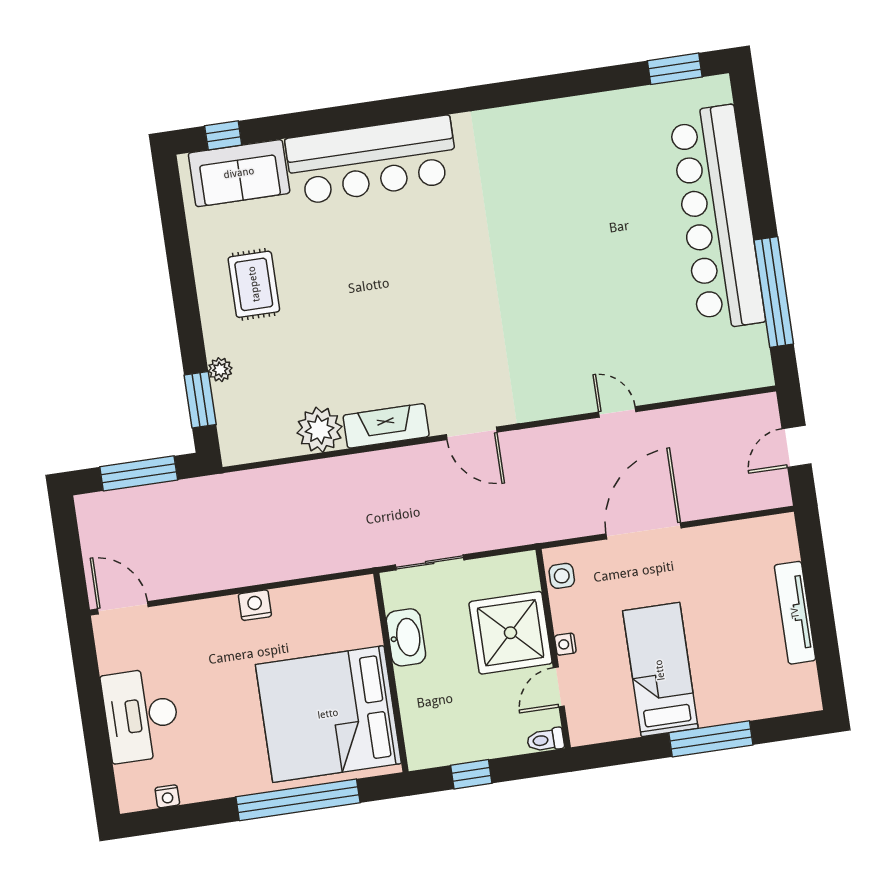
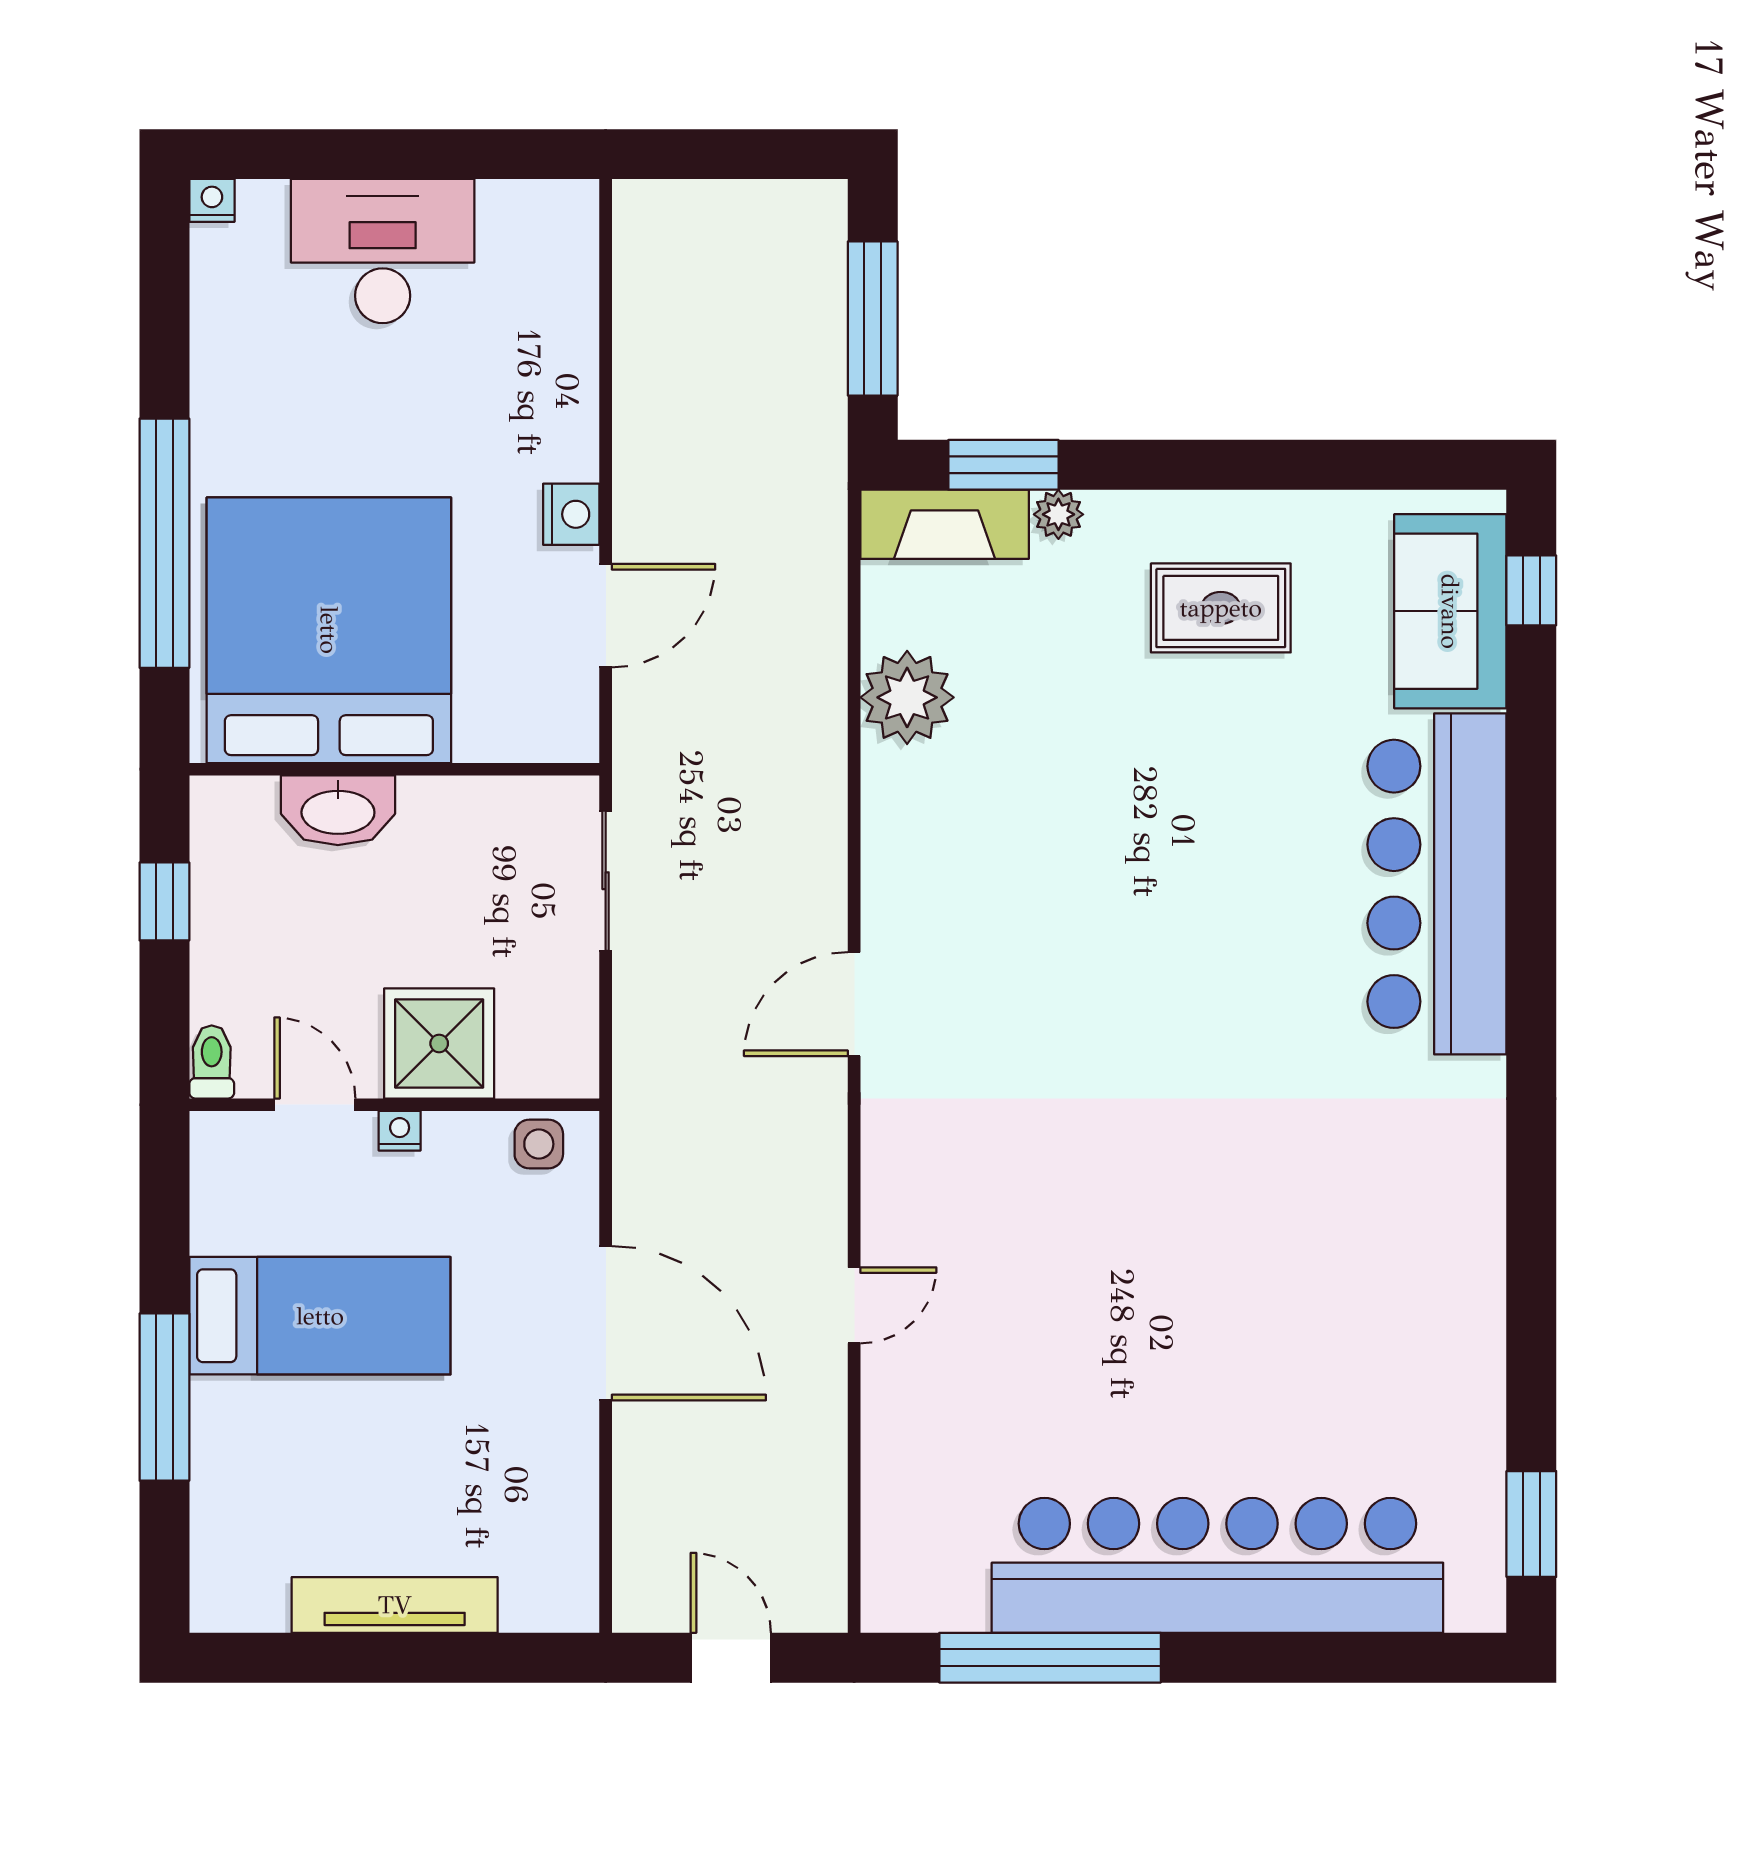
fireplace: (386, 426) -> (945, 524), moved, turned 90
door: (123, 608) -> (606, 616), moved
shower: (510, 633) -> (439, 1043), width x0.73, depth x0.73
washbasin: (406, 637) -> (338, 810), moved
nightstand: (167, 796) -> (212, 200), moved, turned 90

